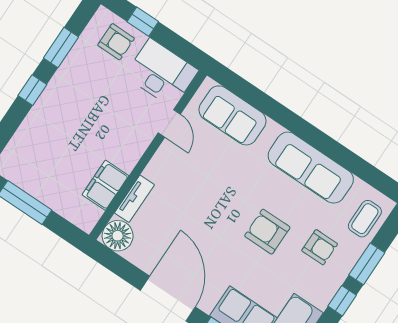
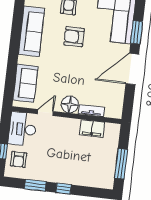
armchair: (116, 42) -> (18, 159), turned 180
armchair: (267, 232) -> (74, 37), turned 90
floor lamp: (118, 236) -> (70, 104), moved

